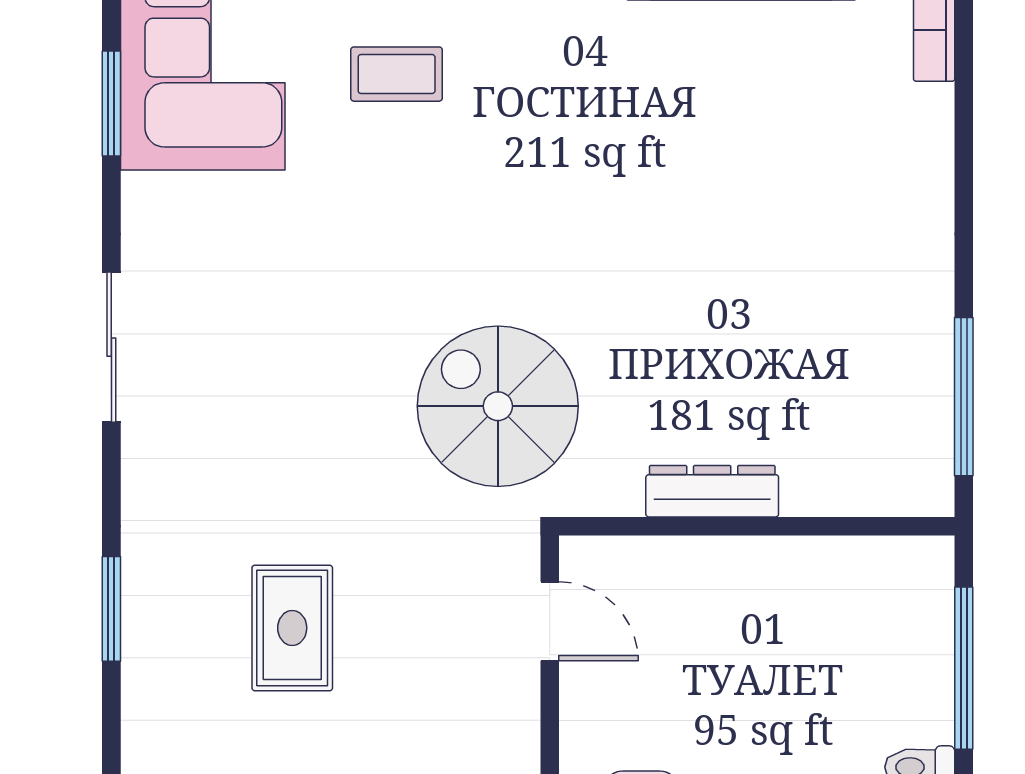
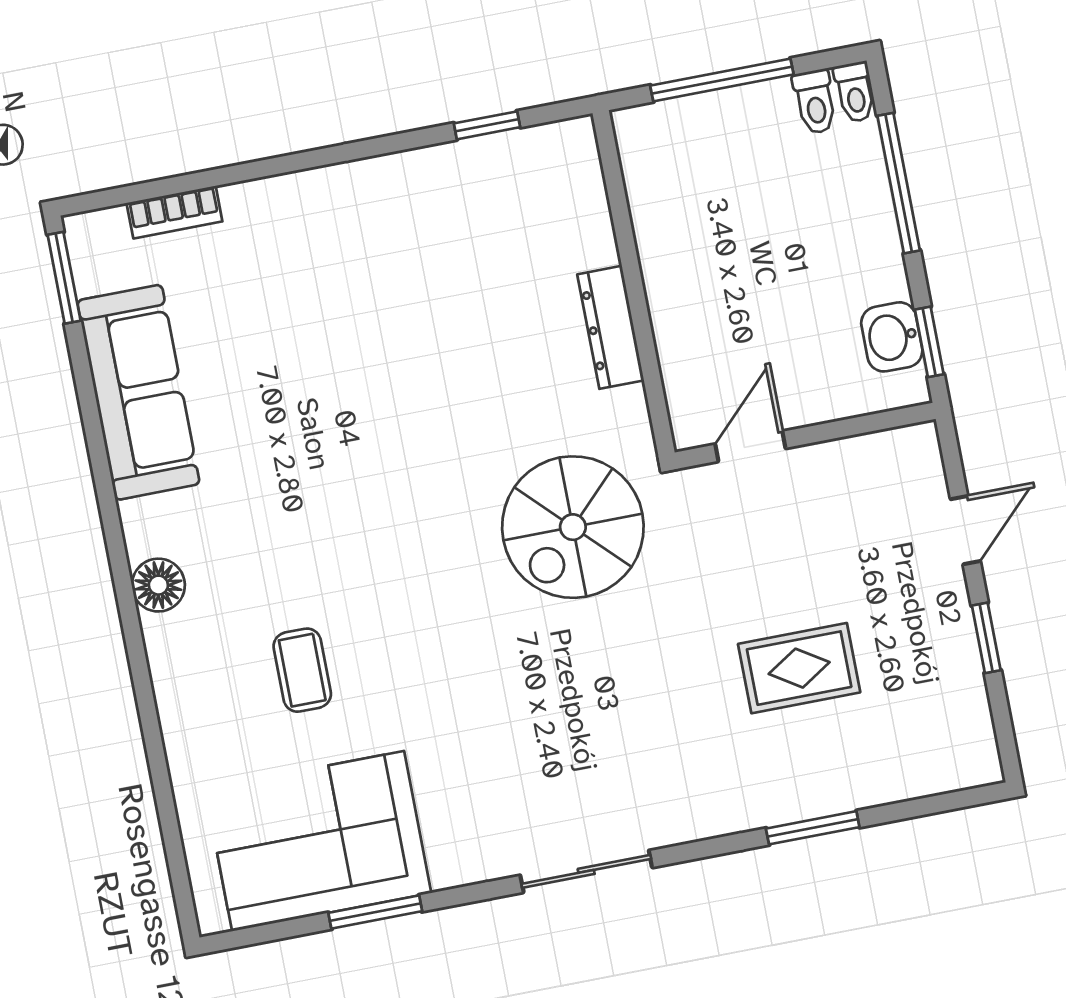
window: (964, 397) -> (487, 125), width x0.46

